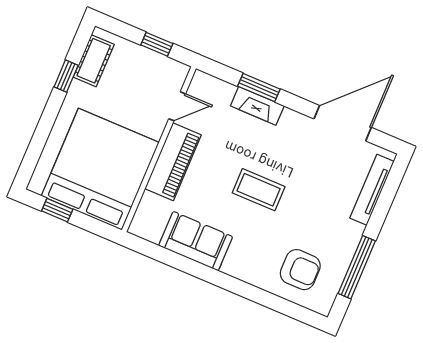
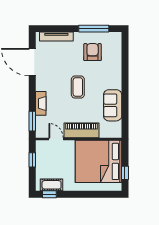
window: (66, 76) -> (49, 194), moved
window: (259, 88) -> (32, 121), moved
armchair: (300, 270) -> (93, 52), moved

